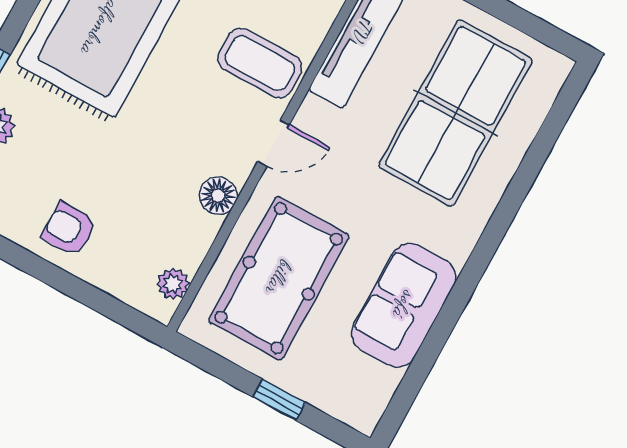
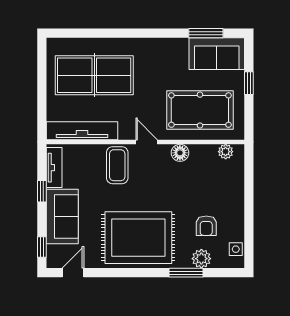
armchair: (69, 229) -> (206, 226), moved
sofa: (404, 305) -> (217, 54), moved
window: (419, 370) -> (206, 33), added

